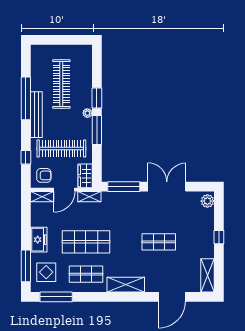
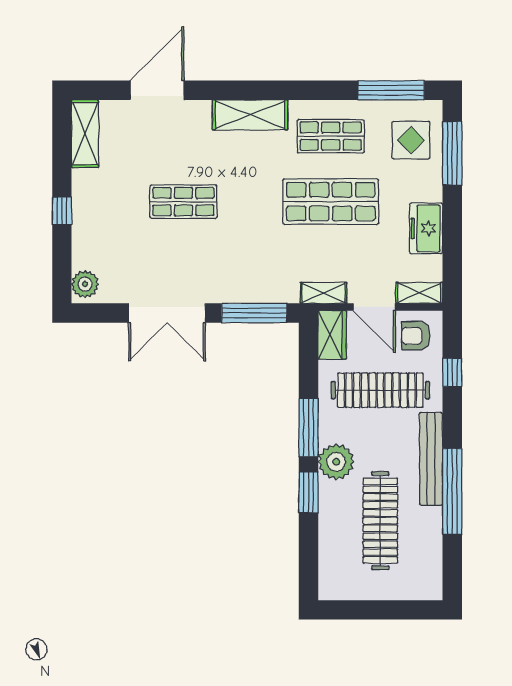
plant: (87, 113) -> (336, 462), width x1.87, depth x1.87
door: (64, 190) -> (374, 307), swing flipped
freezer: (39, 240) -> (426, 228), moved

